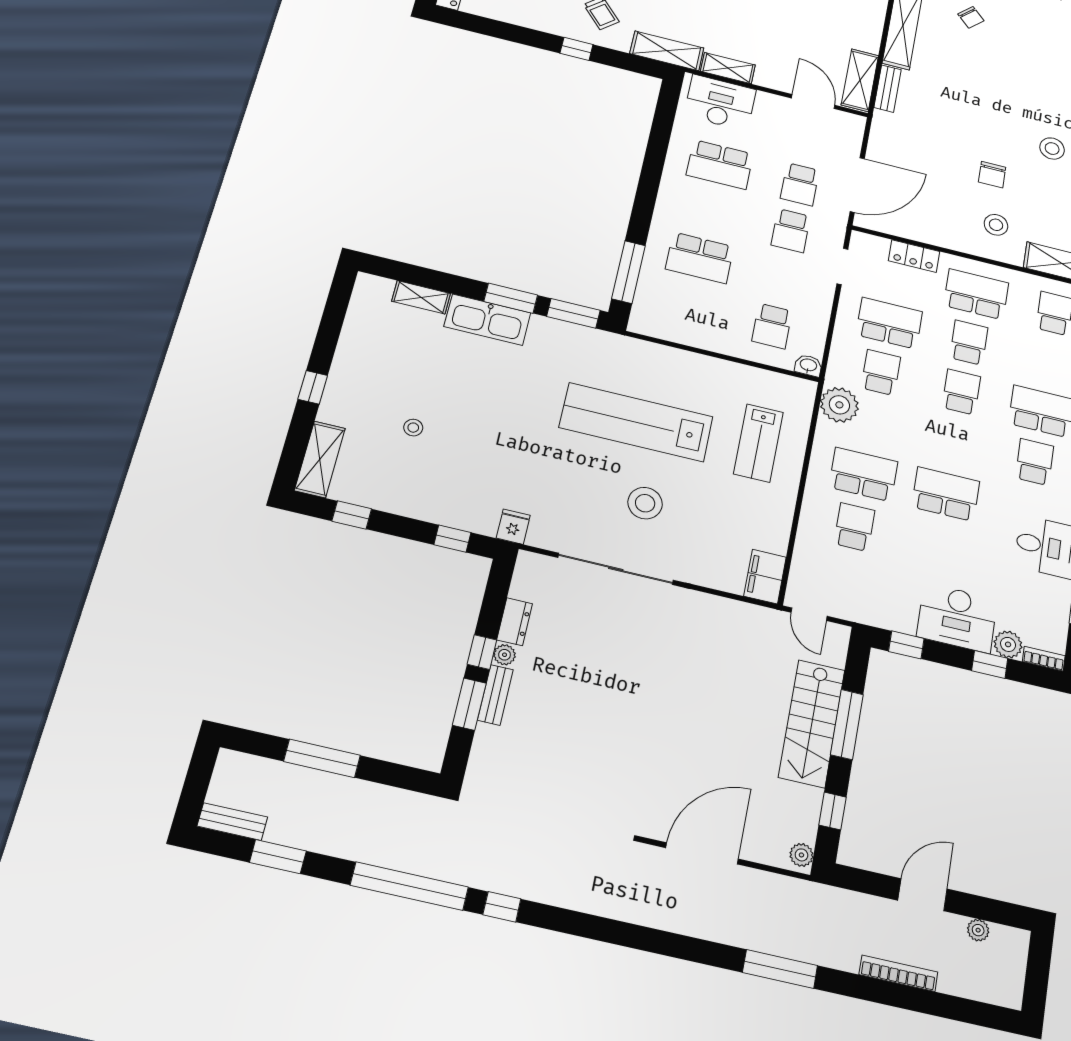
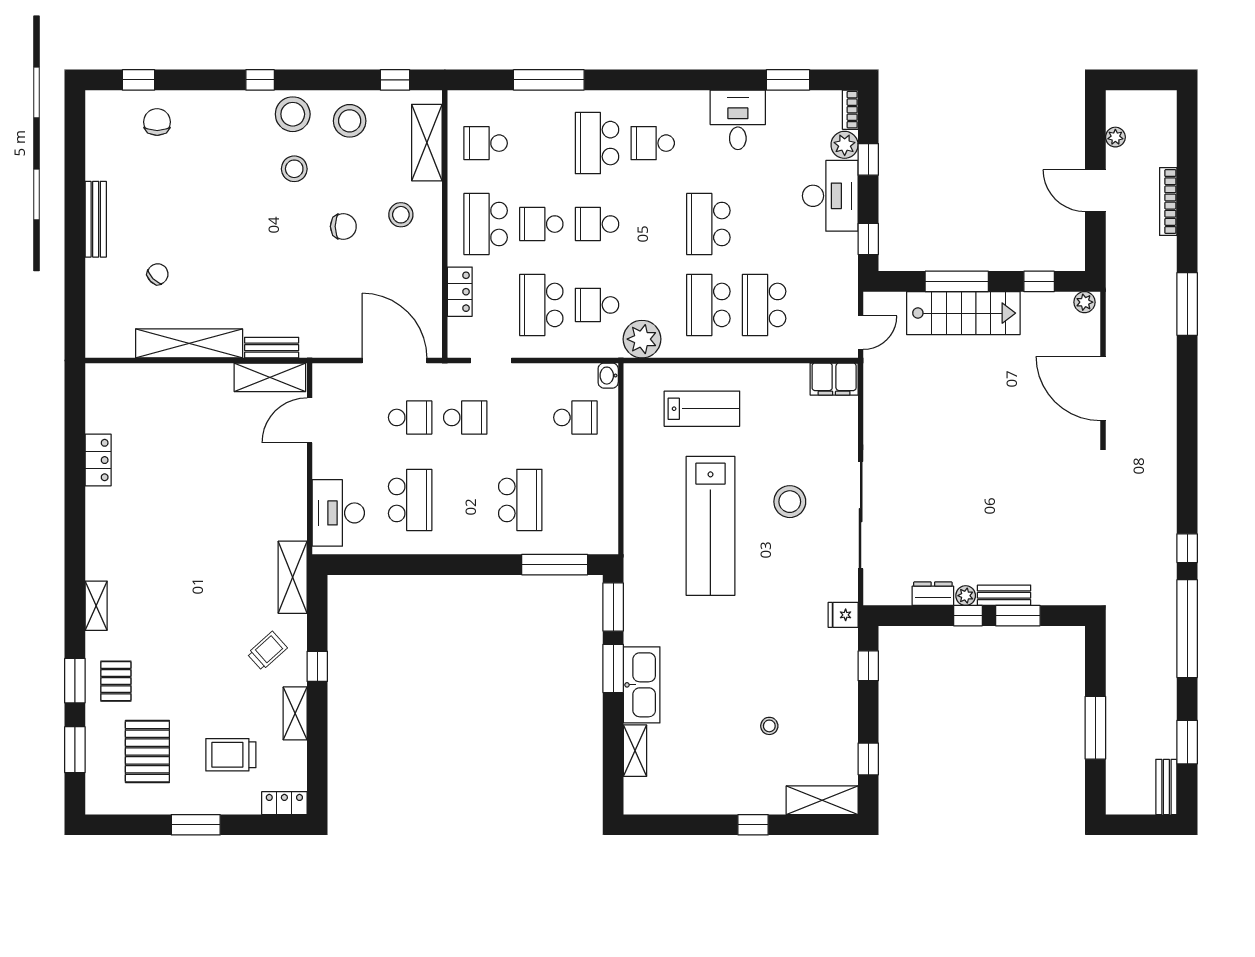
shelving: (728, 68) -> (295, 713), moved
school desk: (854, 527) -> (764, 305), width x1.85

